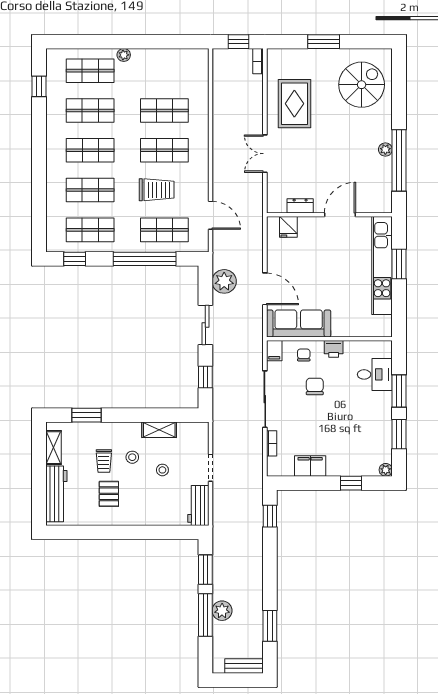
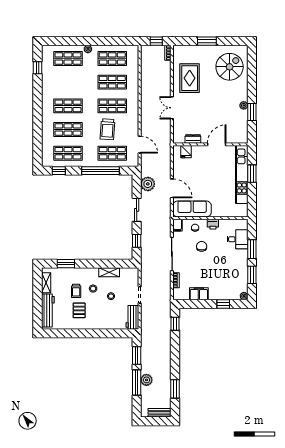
shop shelf: (90, 110) -> (112, 58), moved
window: (399, 160) -> (252, 112), width x0.47
trolley: (157, 190) -> (108, 129), turned 94

